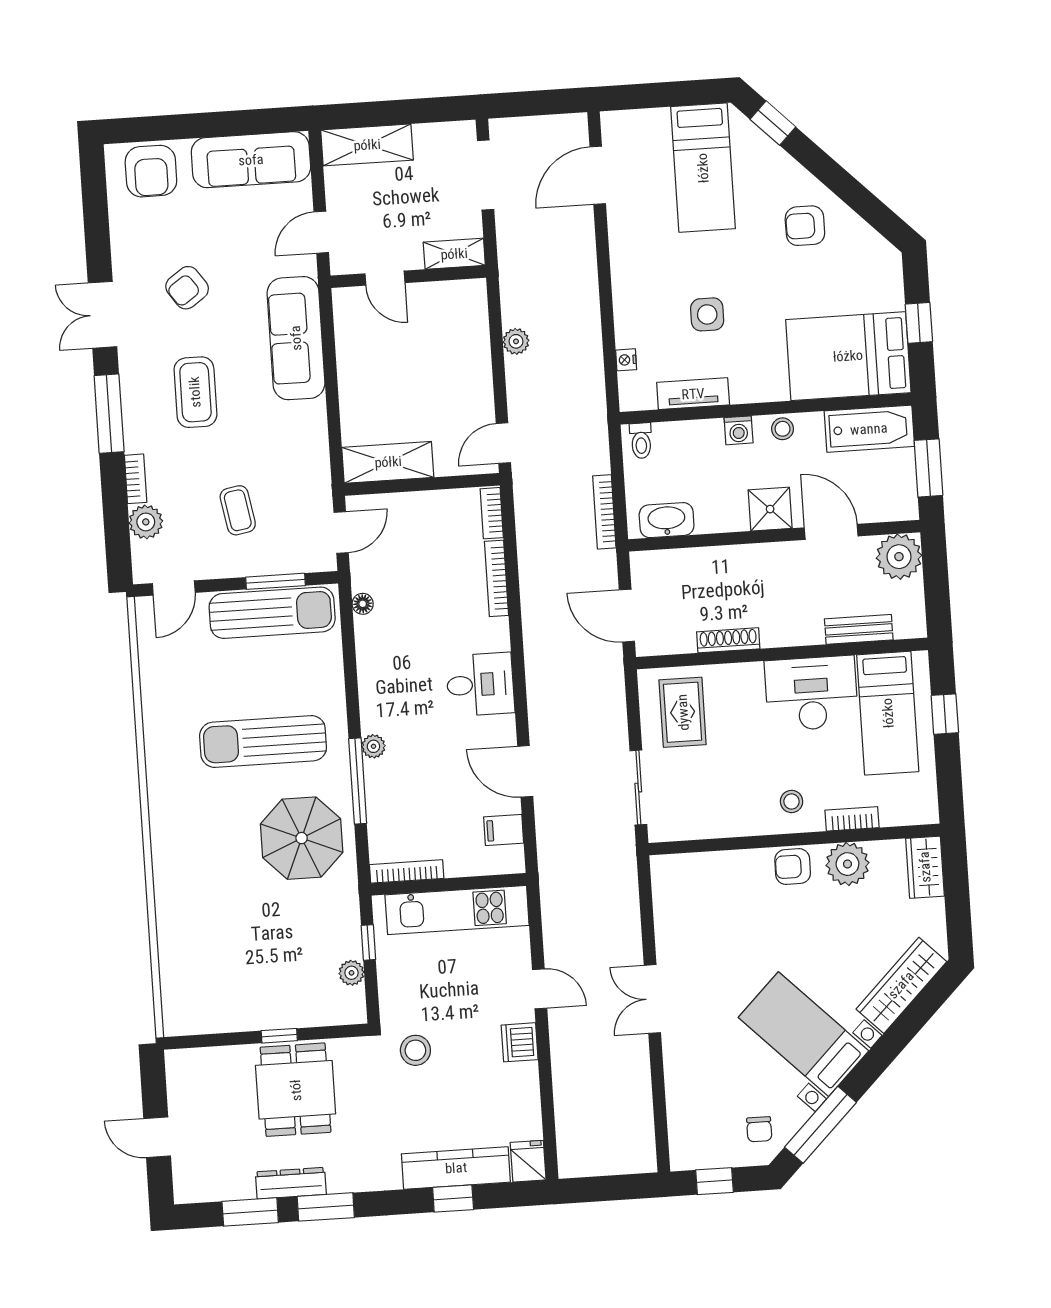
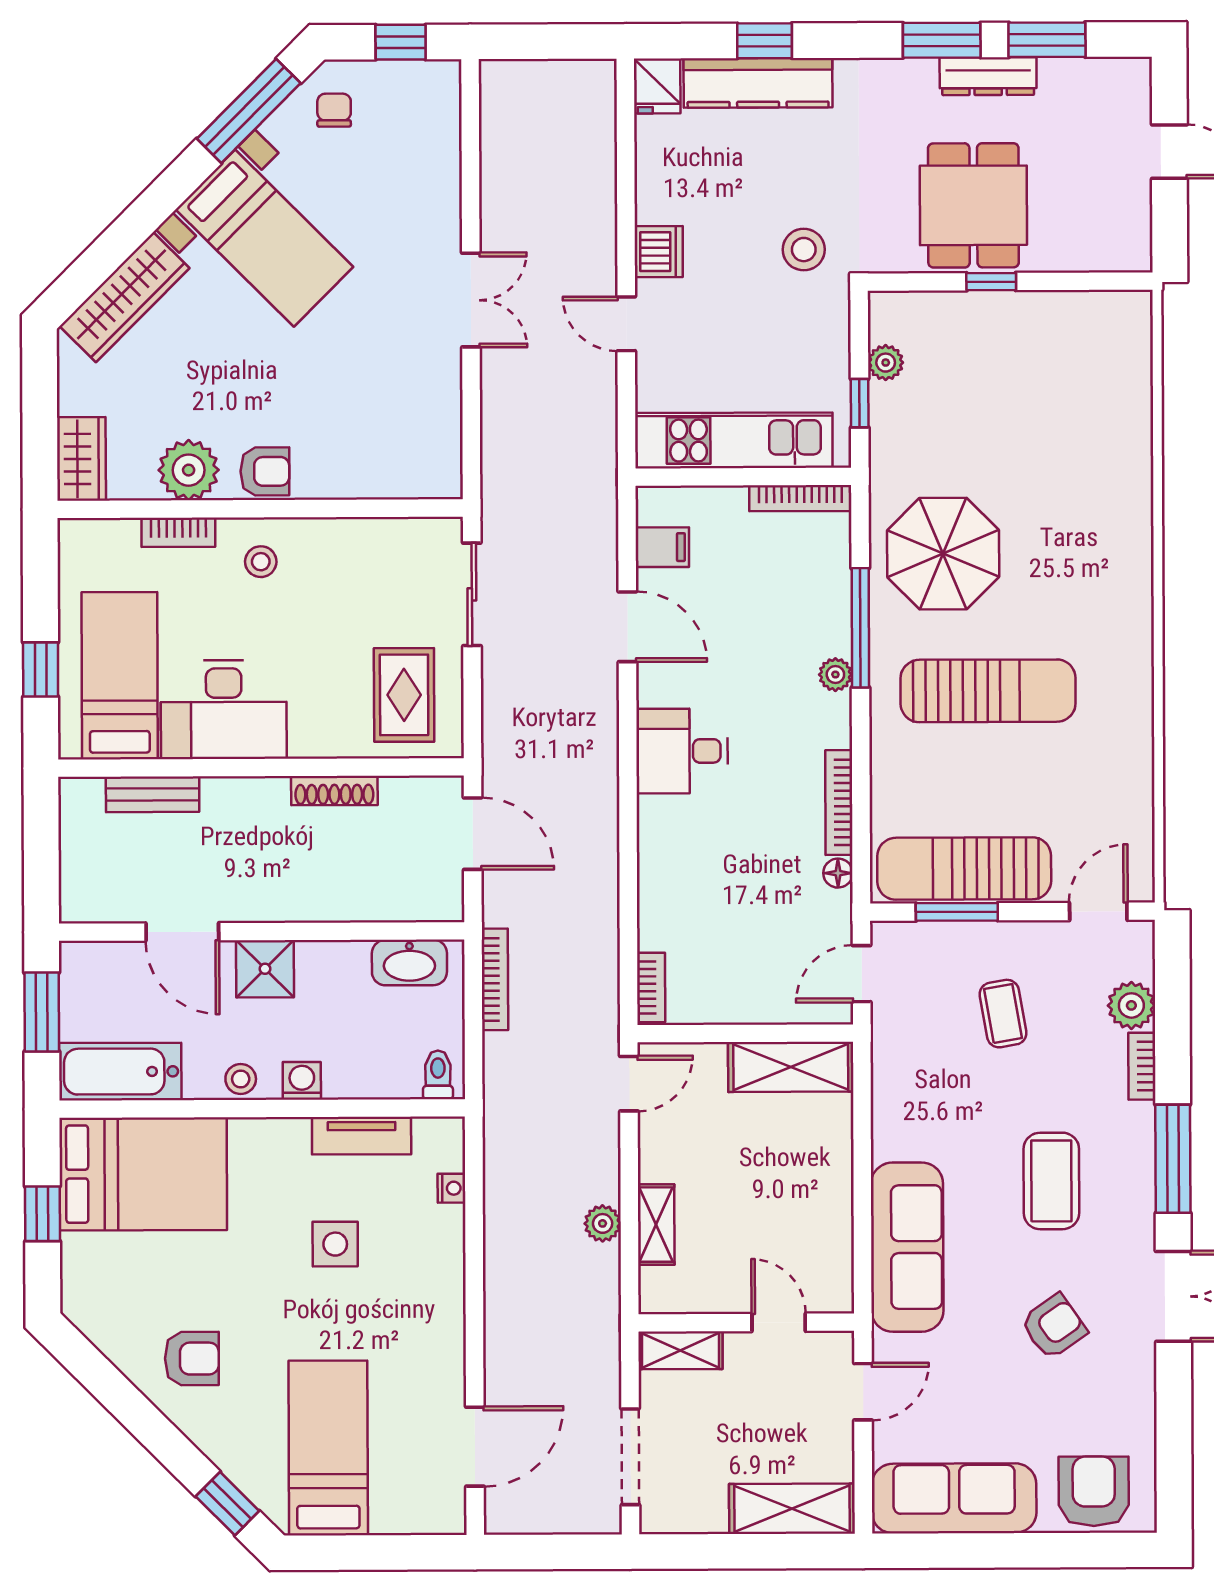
shelving: (477, 343) -> (656, 1225), added
plant: (899, 557) -> (90, 892), removed
bookcase: (496, 578) -> (839, 803), moved, turned 180

